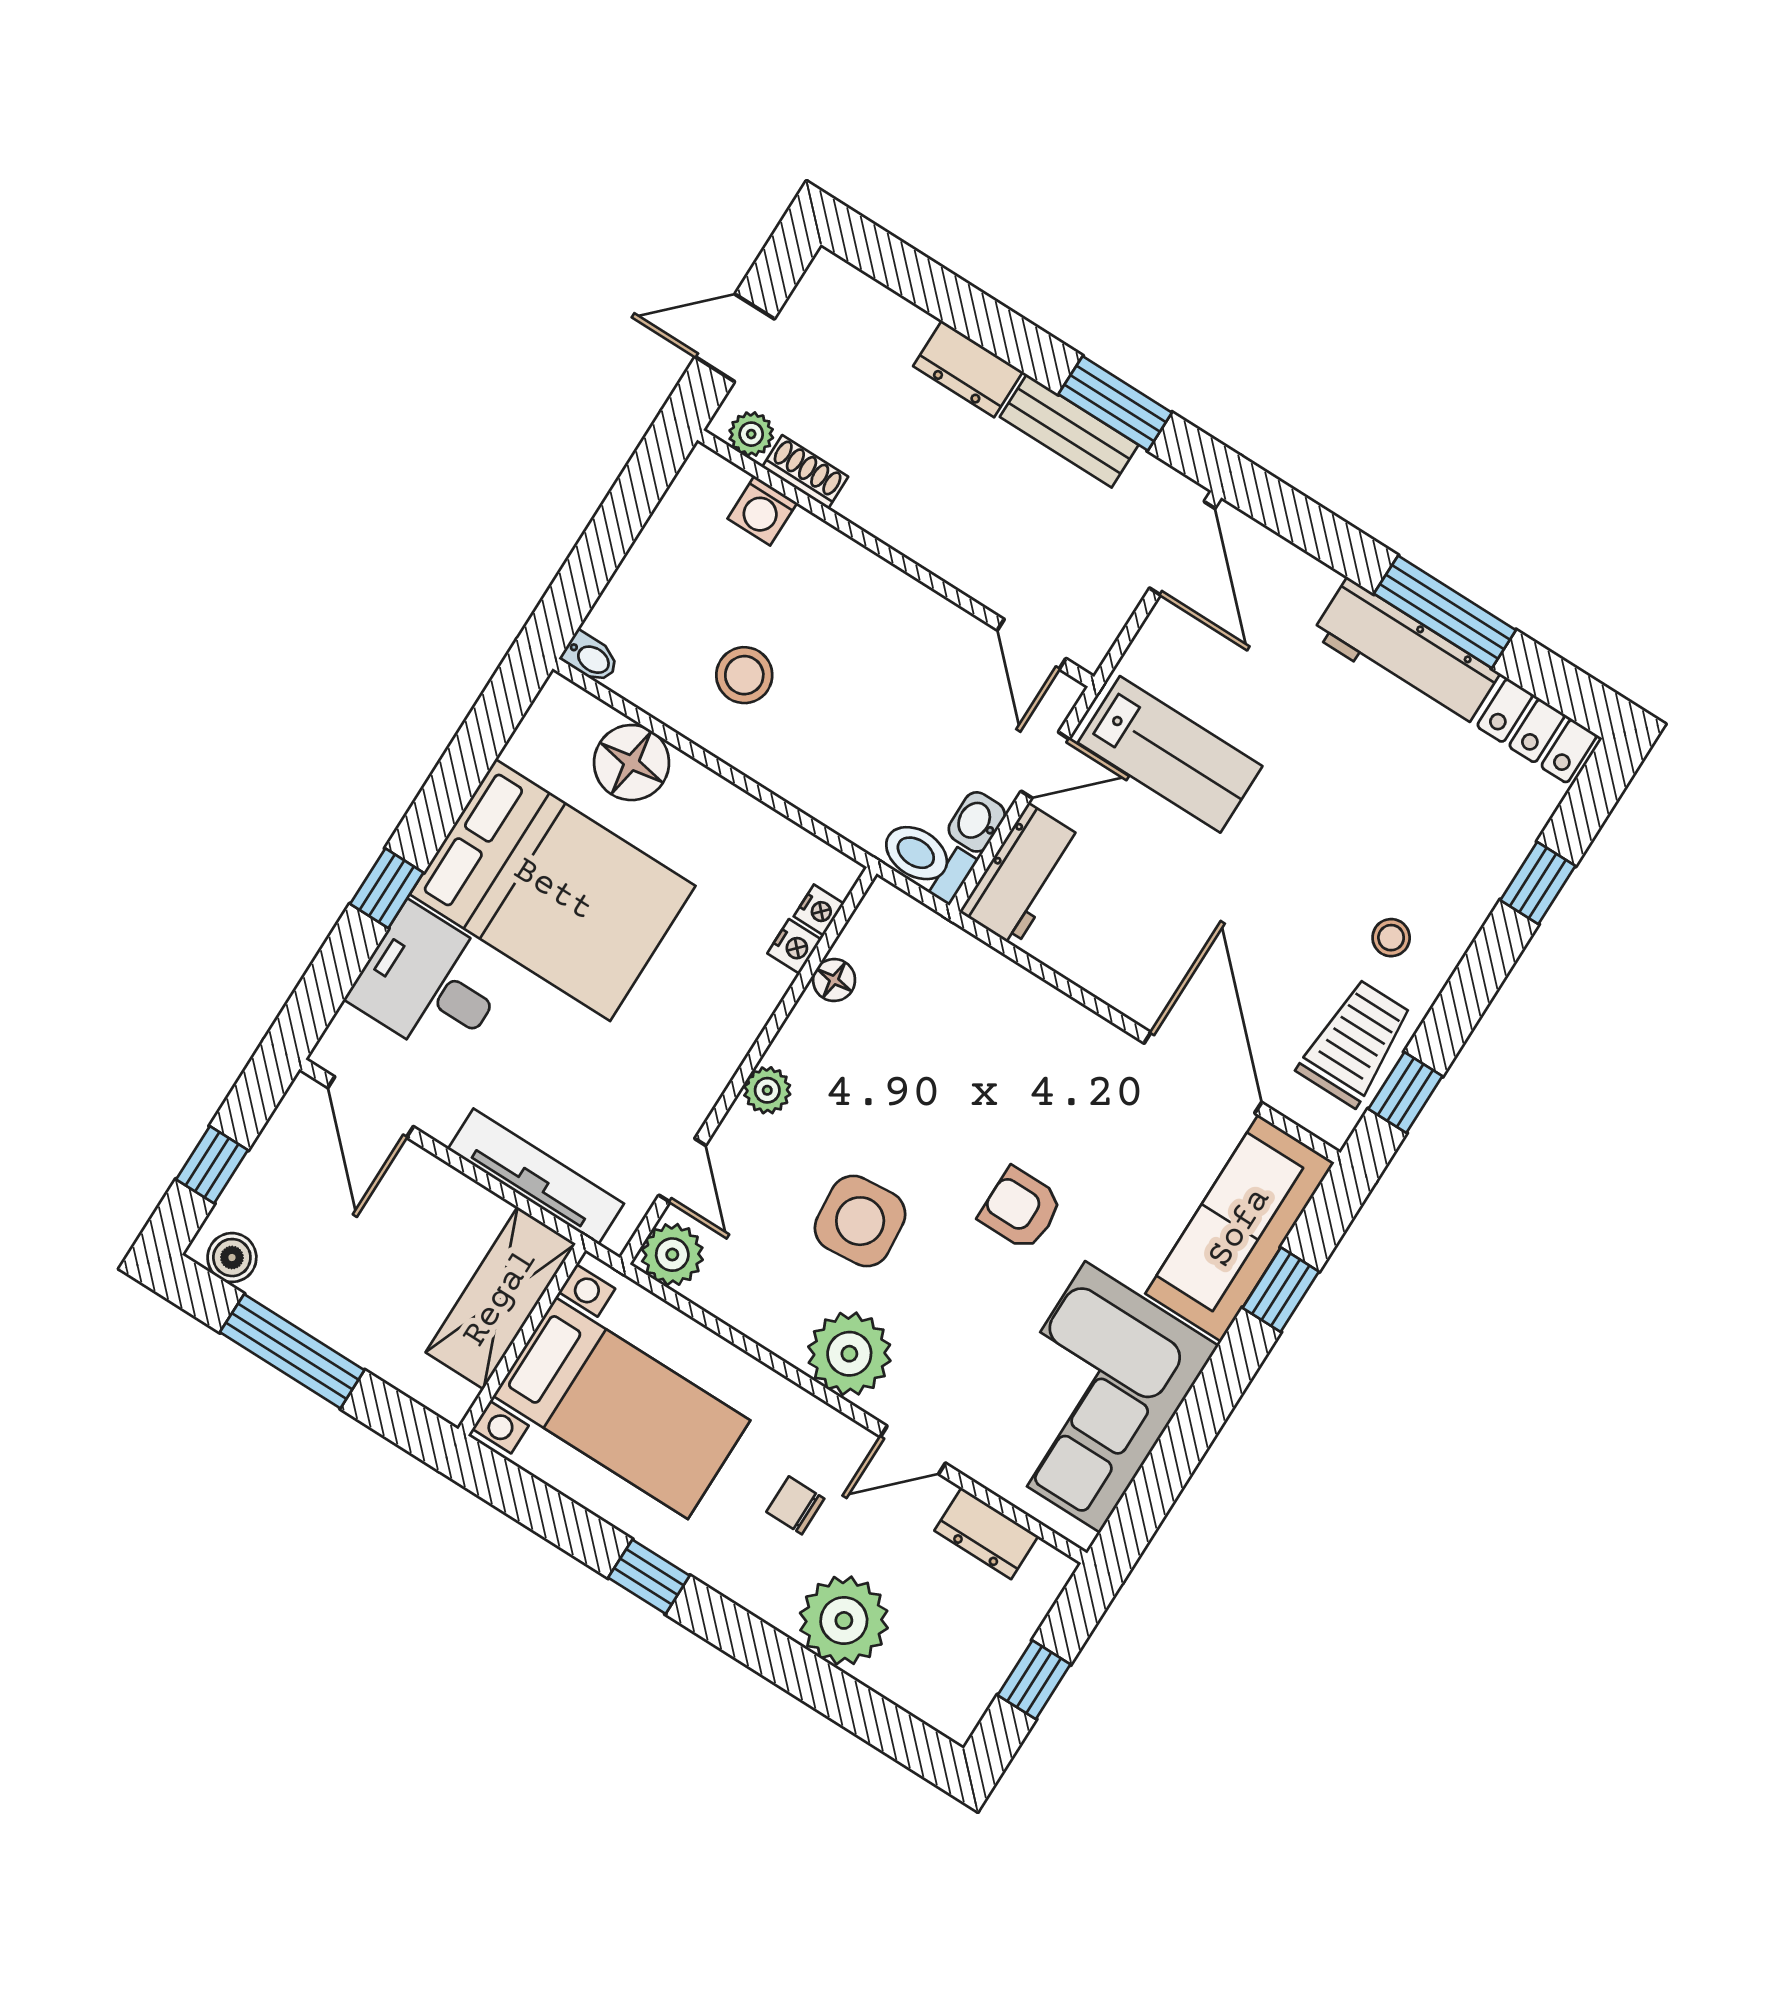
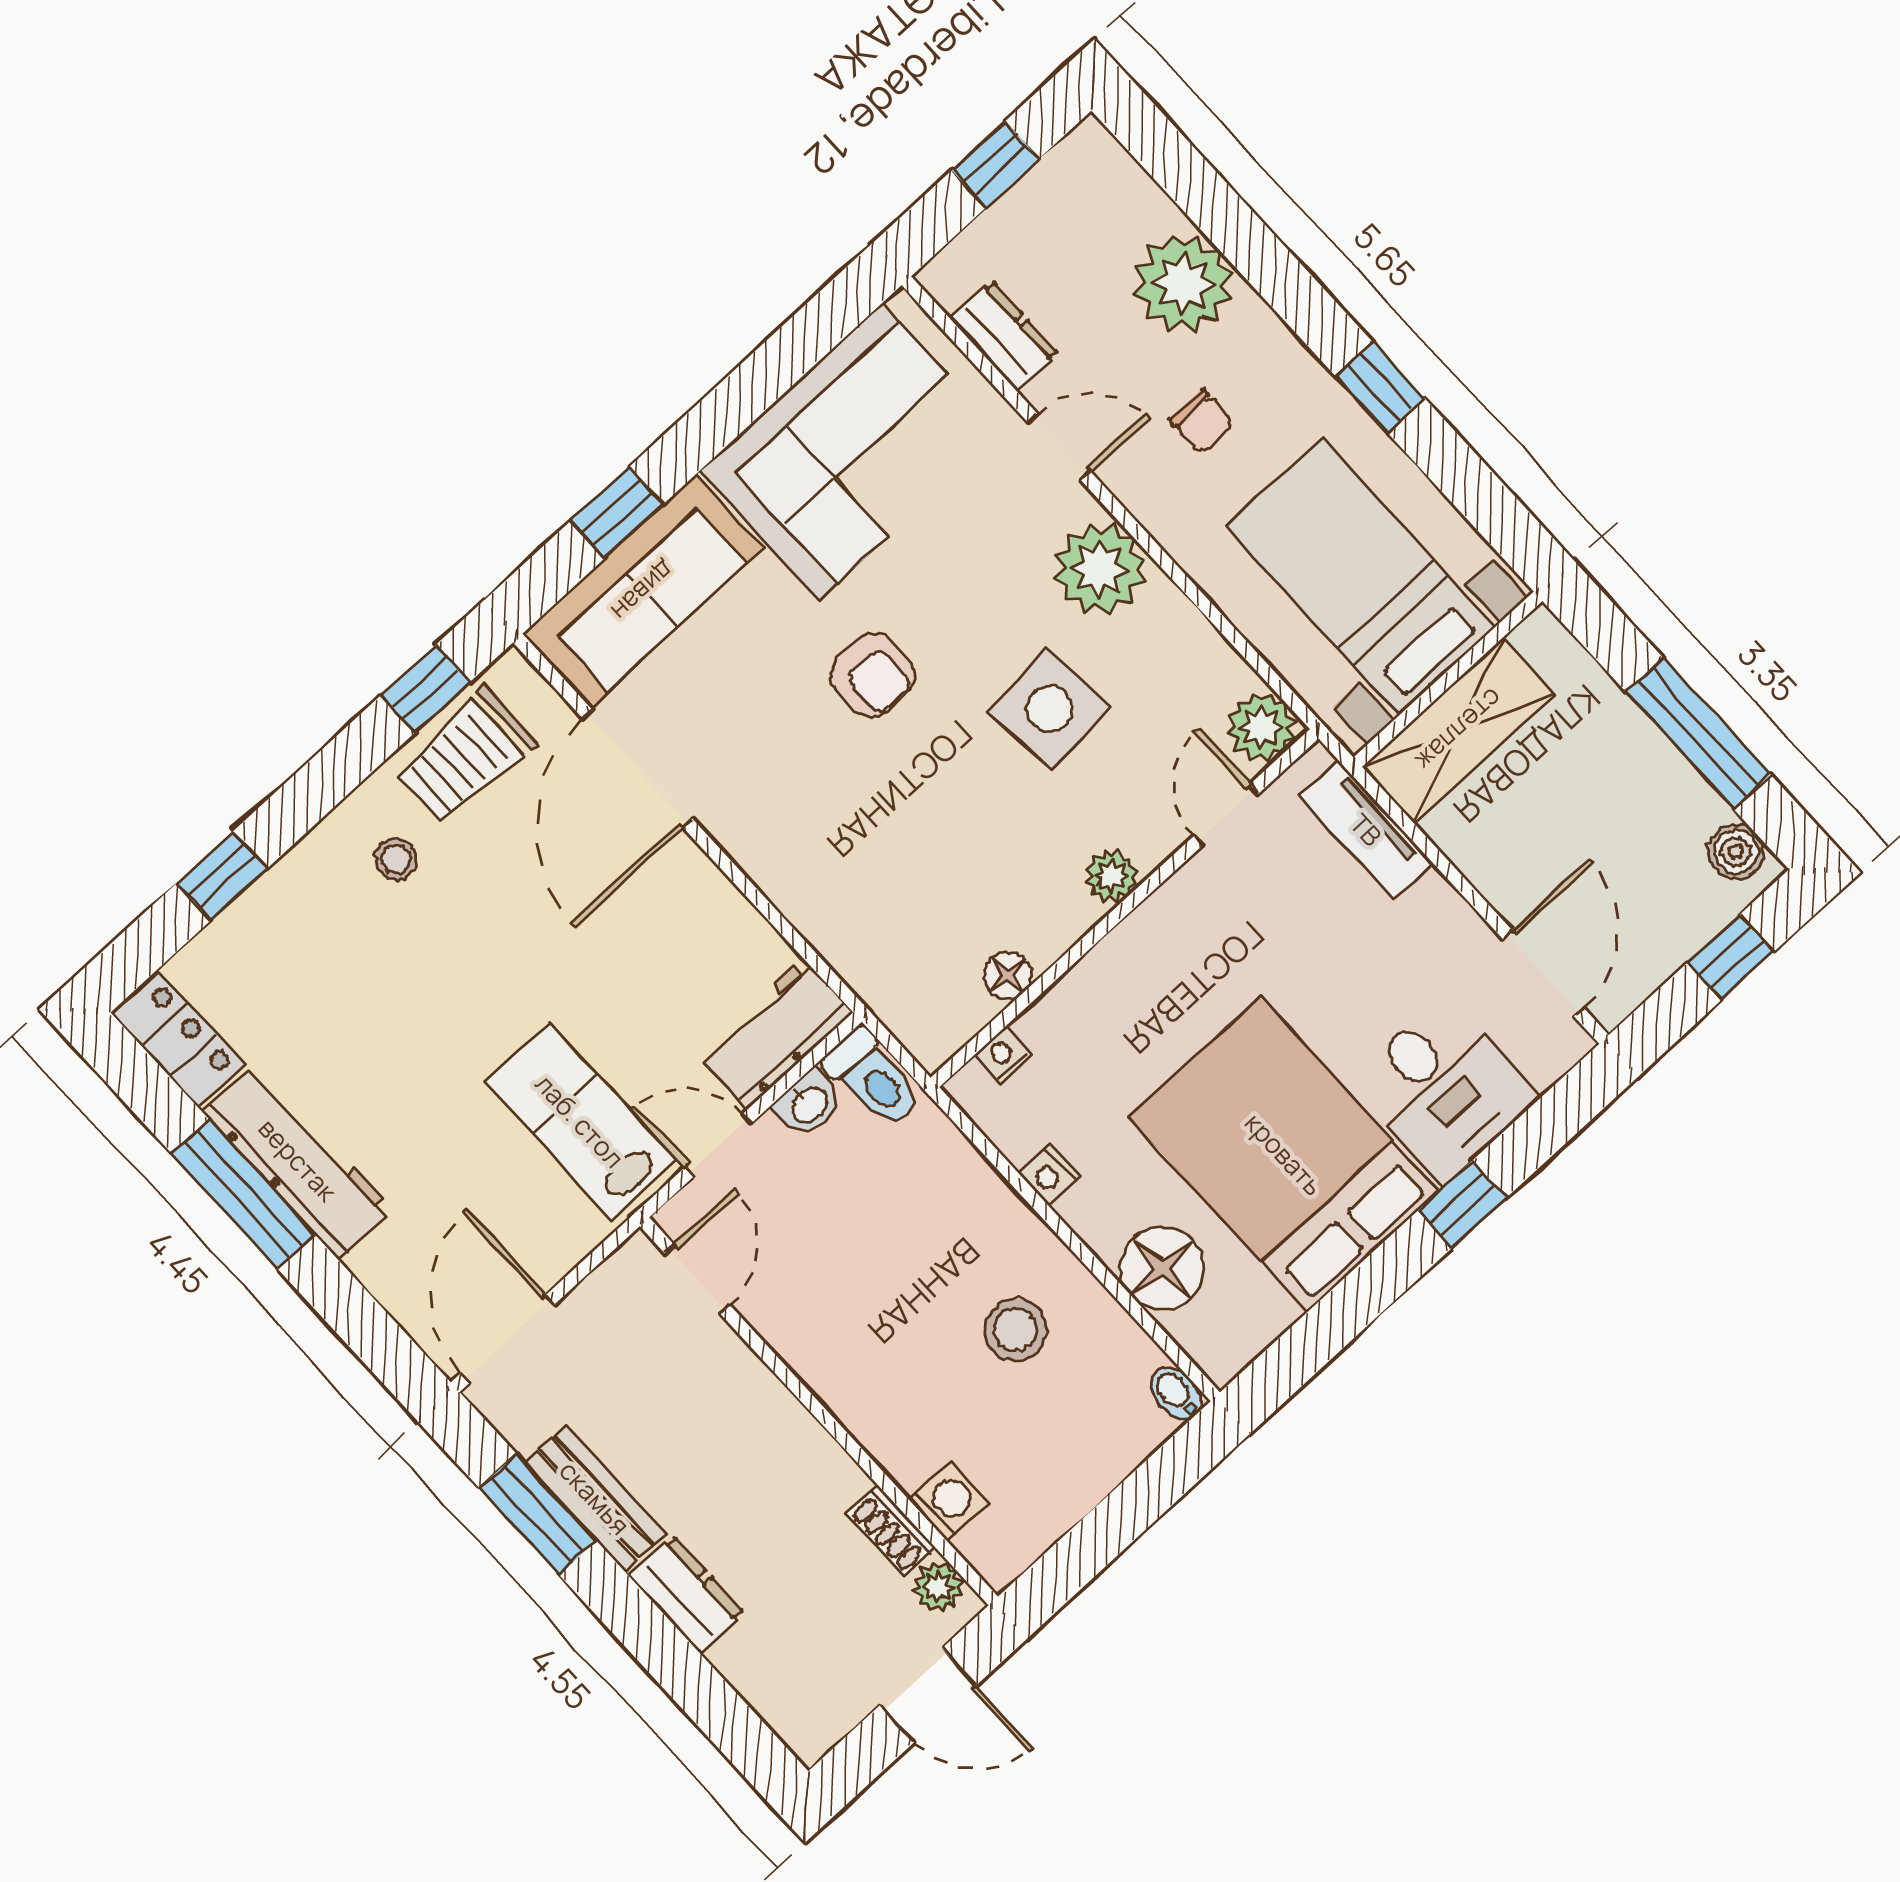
nightstand: (794, 946) -> (1050, 1175), moved, turned -90
tv unit: (536, 1176) -> (1366, 830), width x0.71

